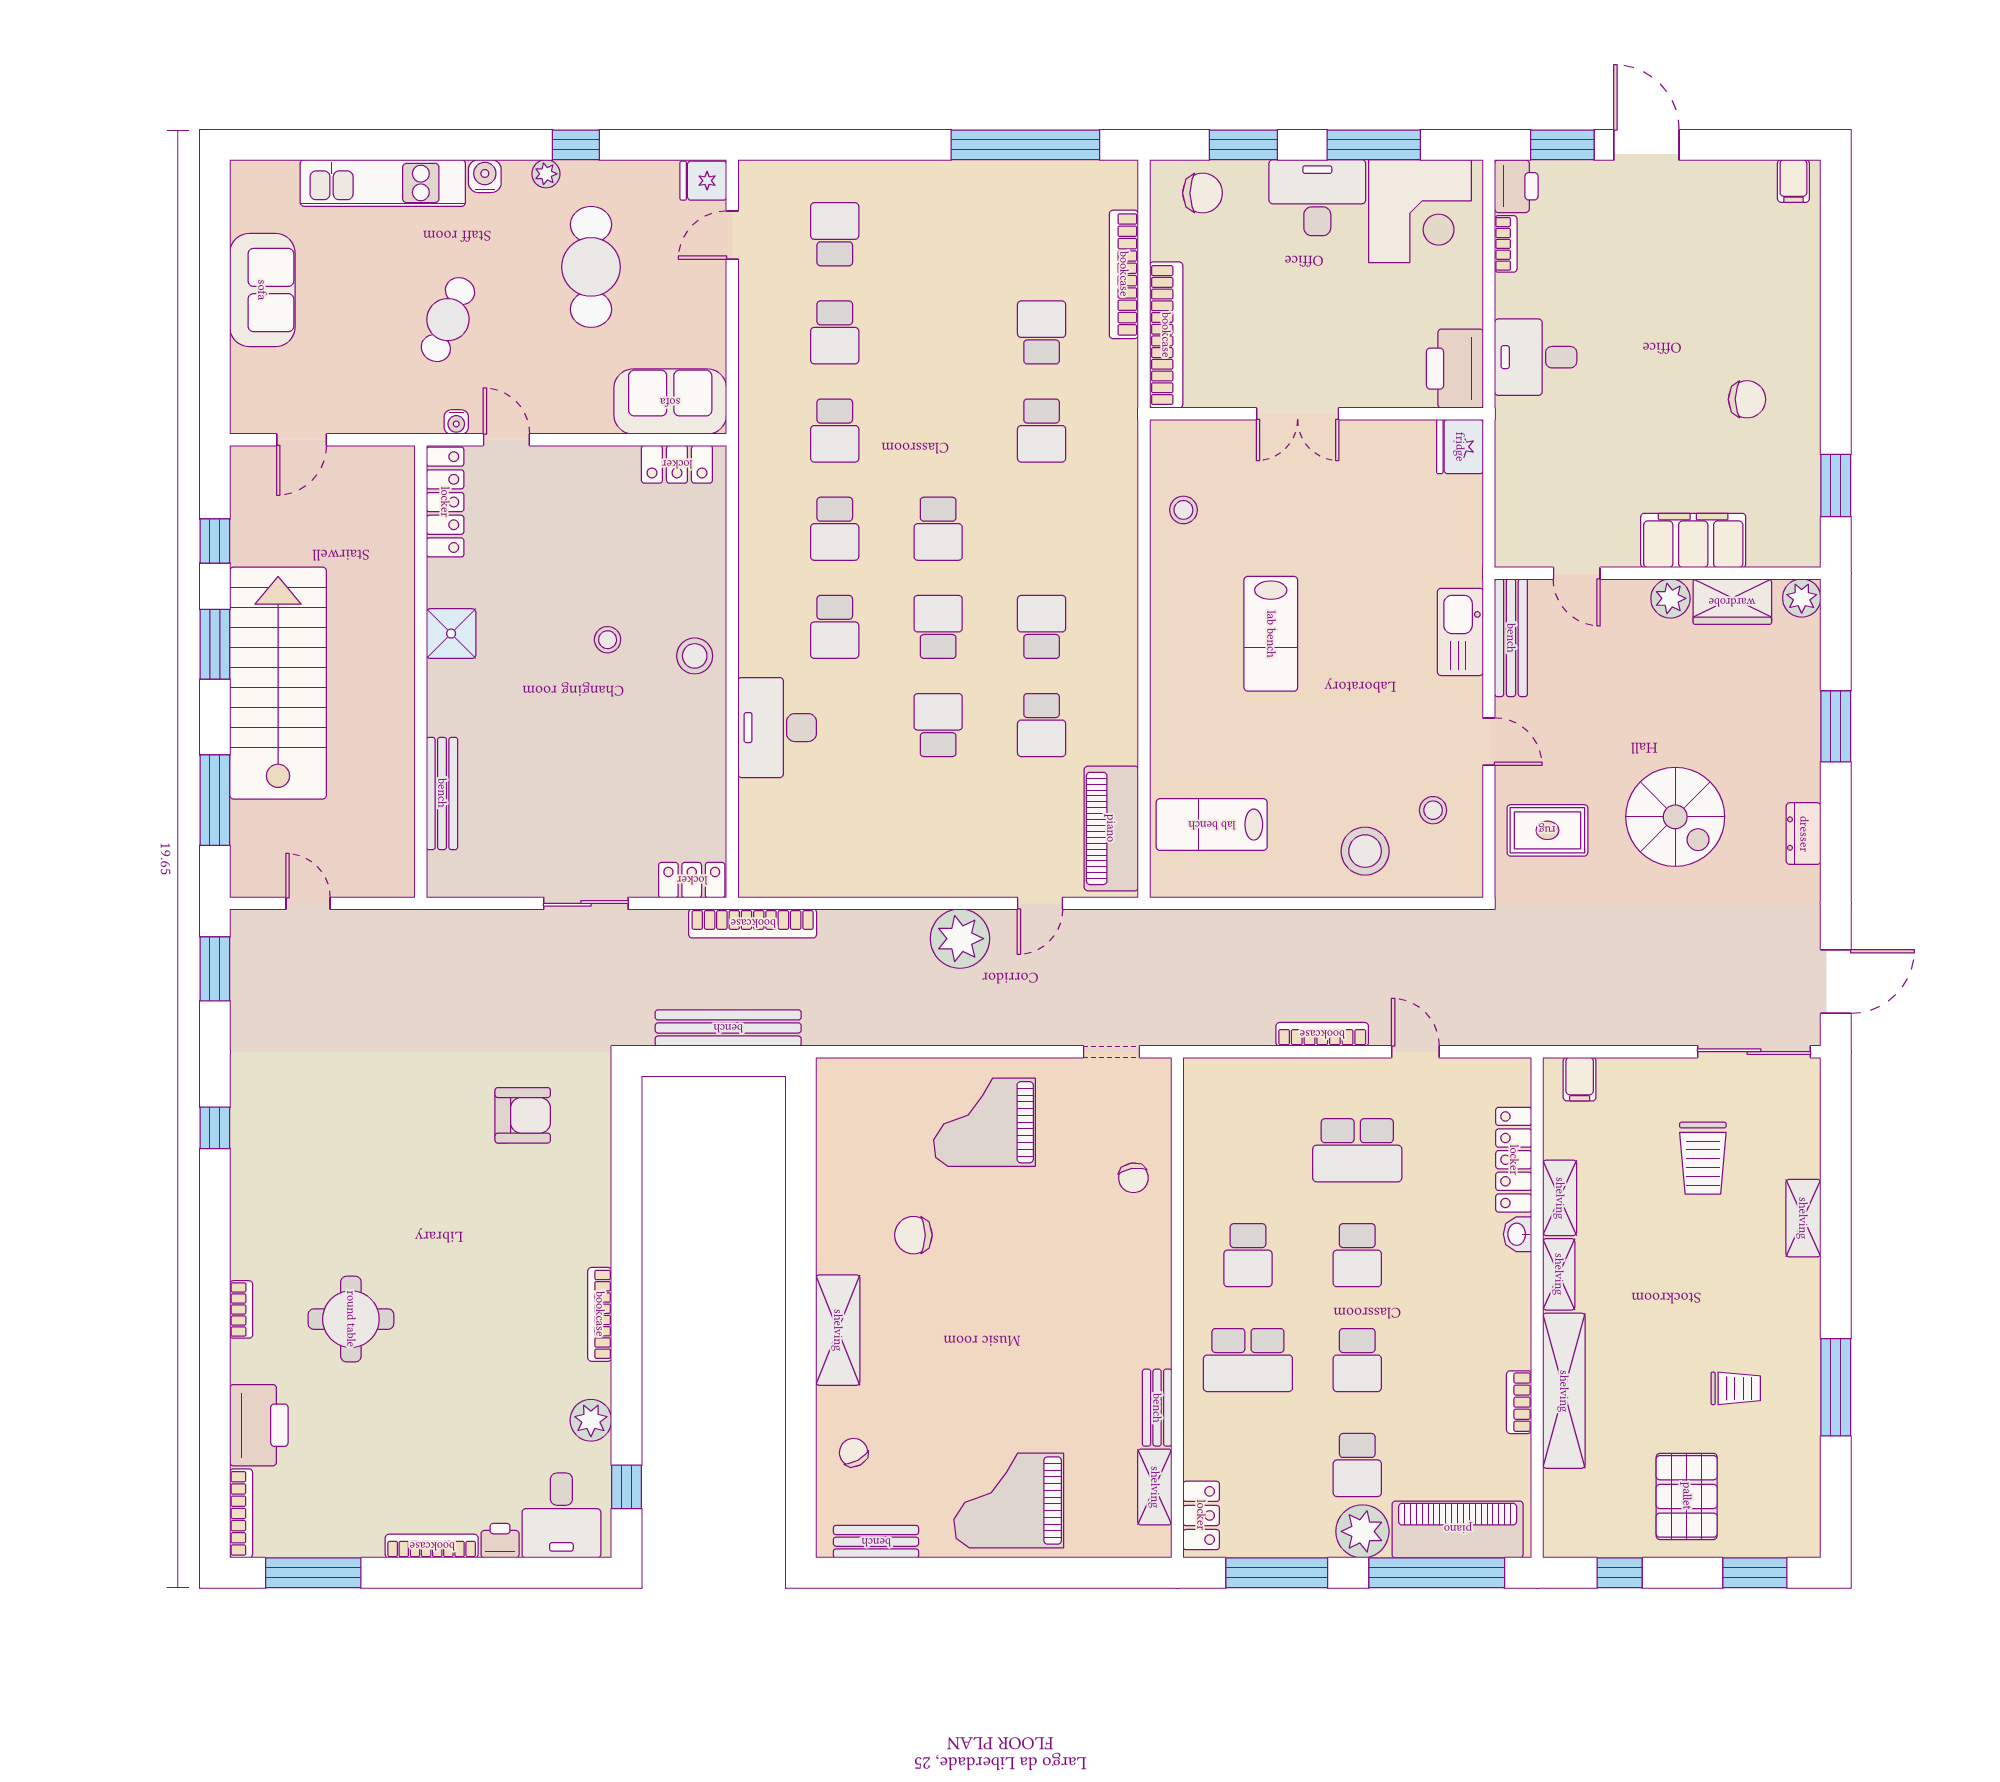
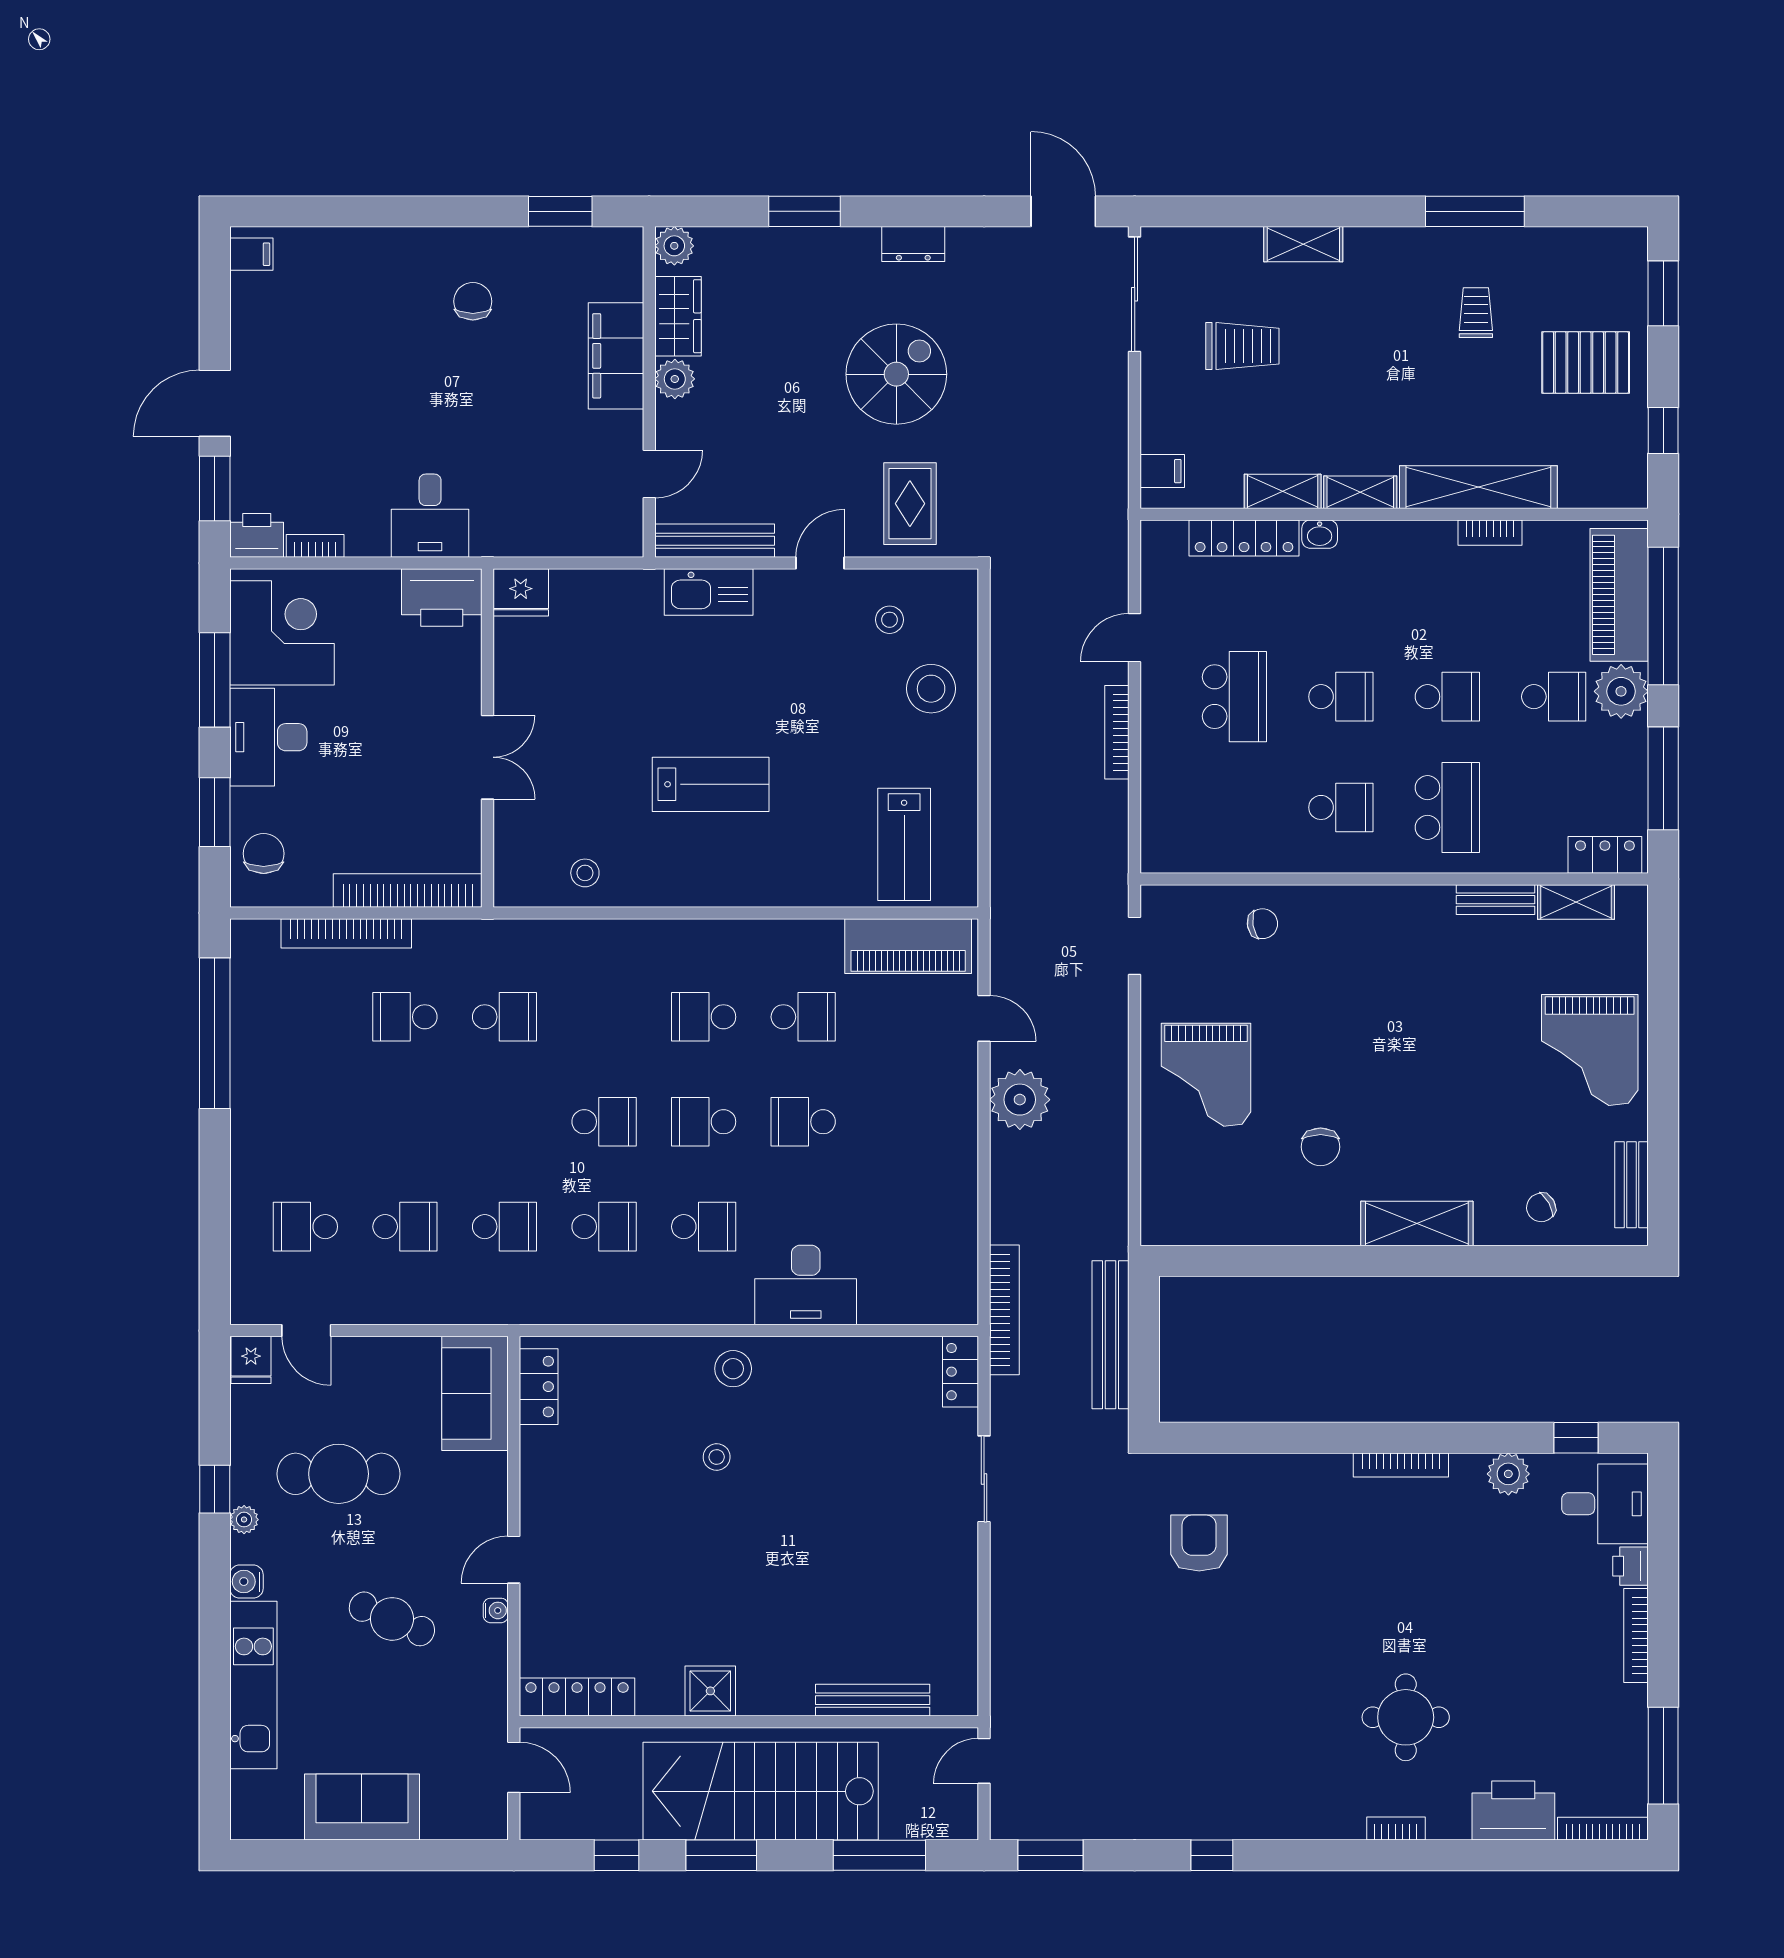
locker: (445, 502) -> (577, 1697), moved
shower: (451, 634) -> (710, 1691), moved
wall: (421, 672) -> (749, 1722), moved
bench: (442, 793) -> (873, 1700), moved

